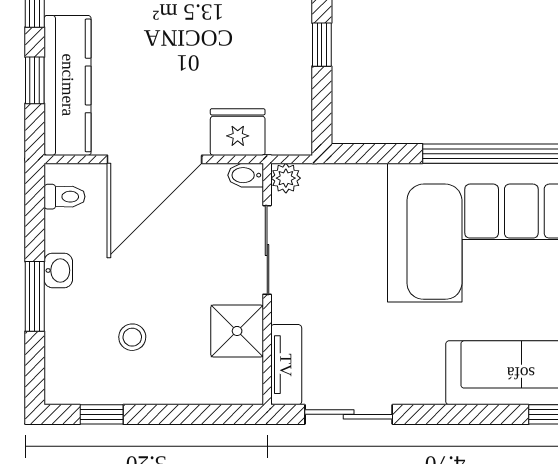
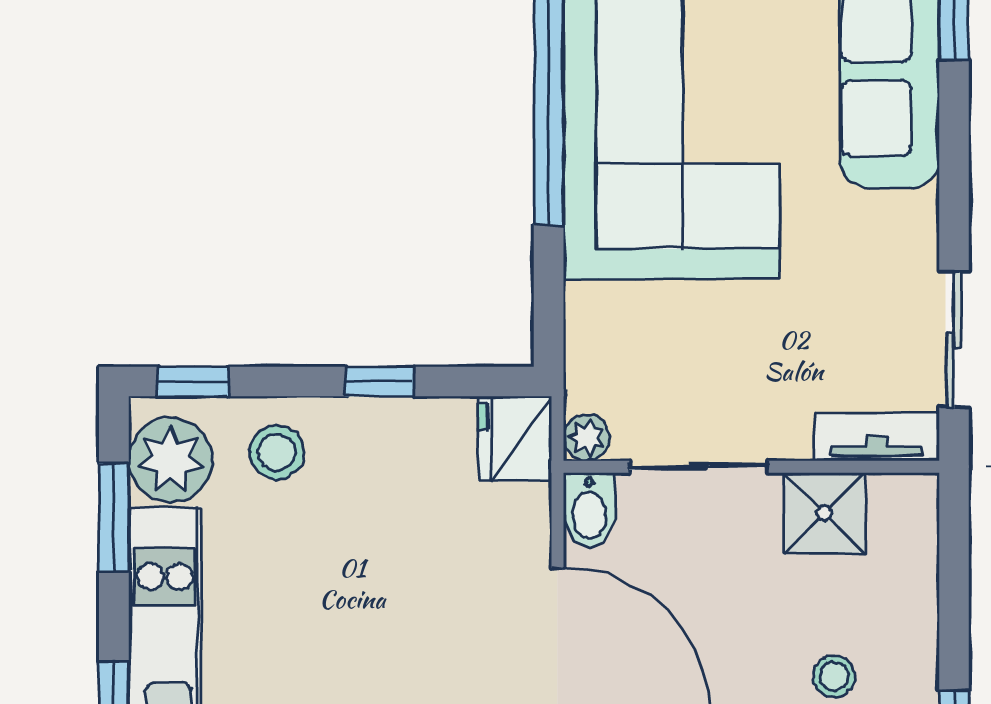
fridge: (238, 132) -> (515, 439), moved
bidet: (246, 175) -> (589, 510), width x1.38, depth x1.36

